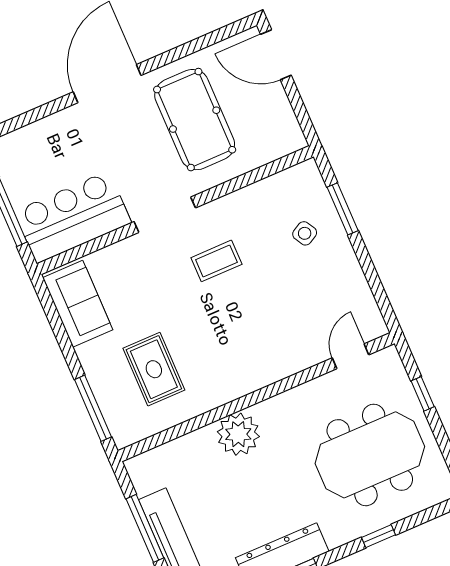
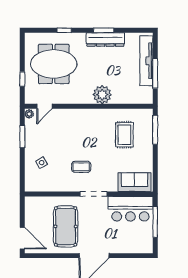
window: (343, 209) -> (22, 137), moved
sofa: (78, 304) -> (135, 182), moved, turned 90
plant: (376, 326) -> (29, 114), added

